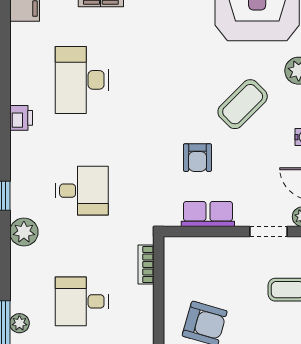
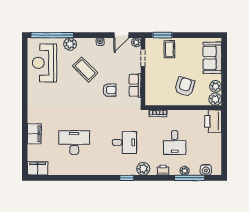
desk: (82, 80) -> (74, 142), turned 180
printer: (21, 118) -> (163, 170), moved
desk: (82, 191) -> (124, 142), turned 90

